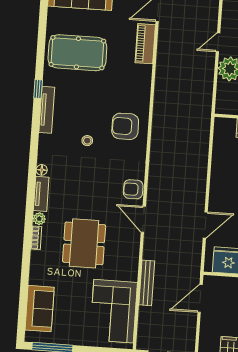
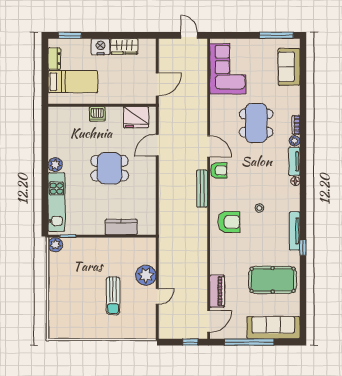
bench: (147, 283) -> (202, 189), moved

